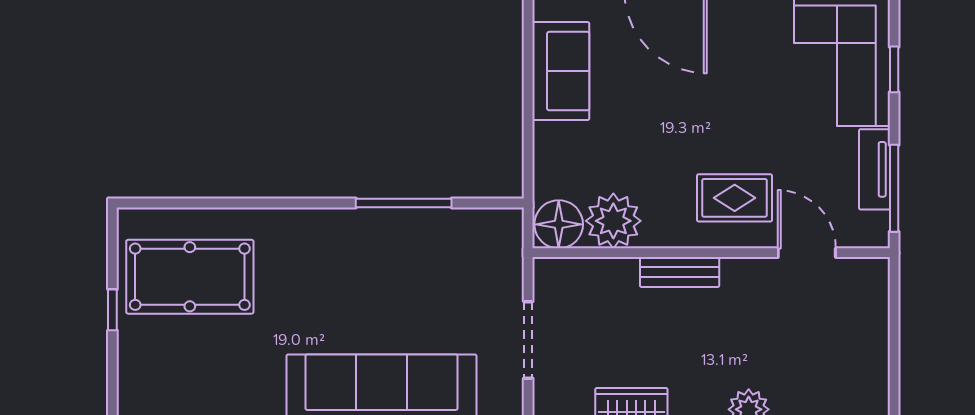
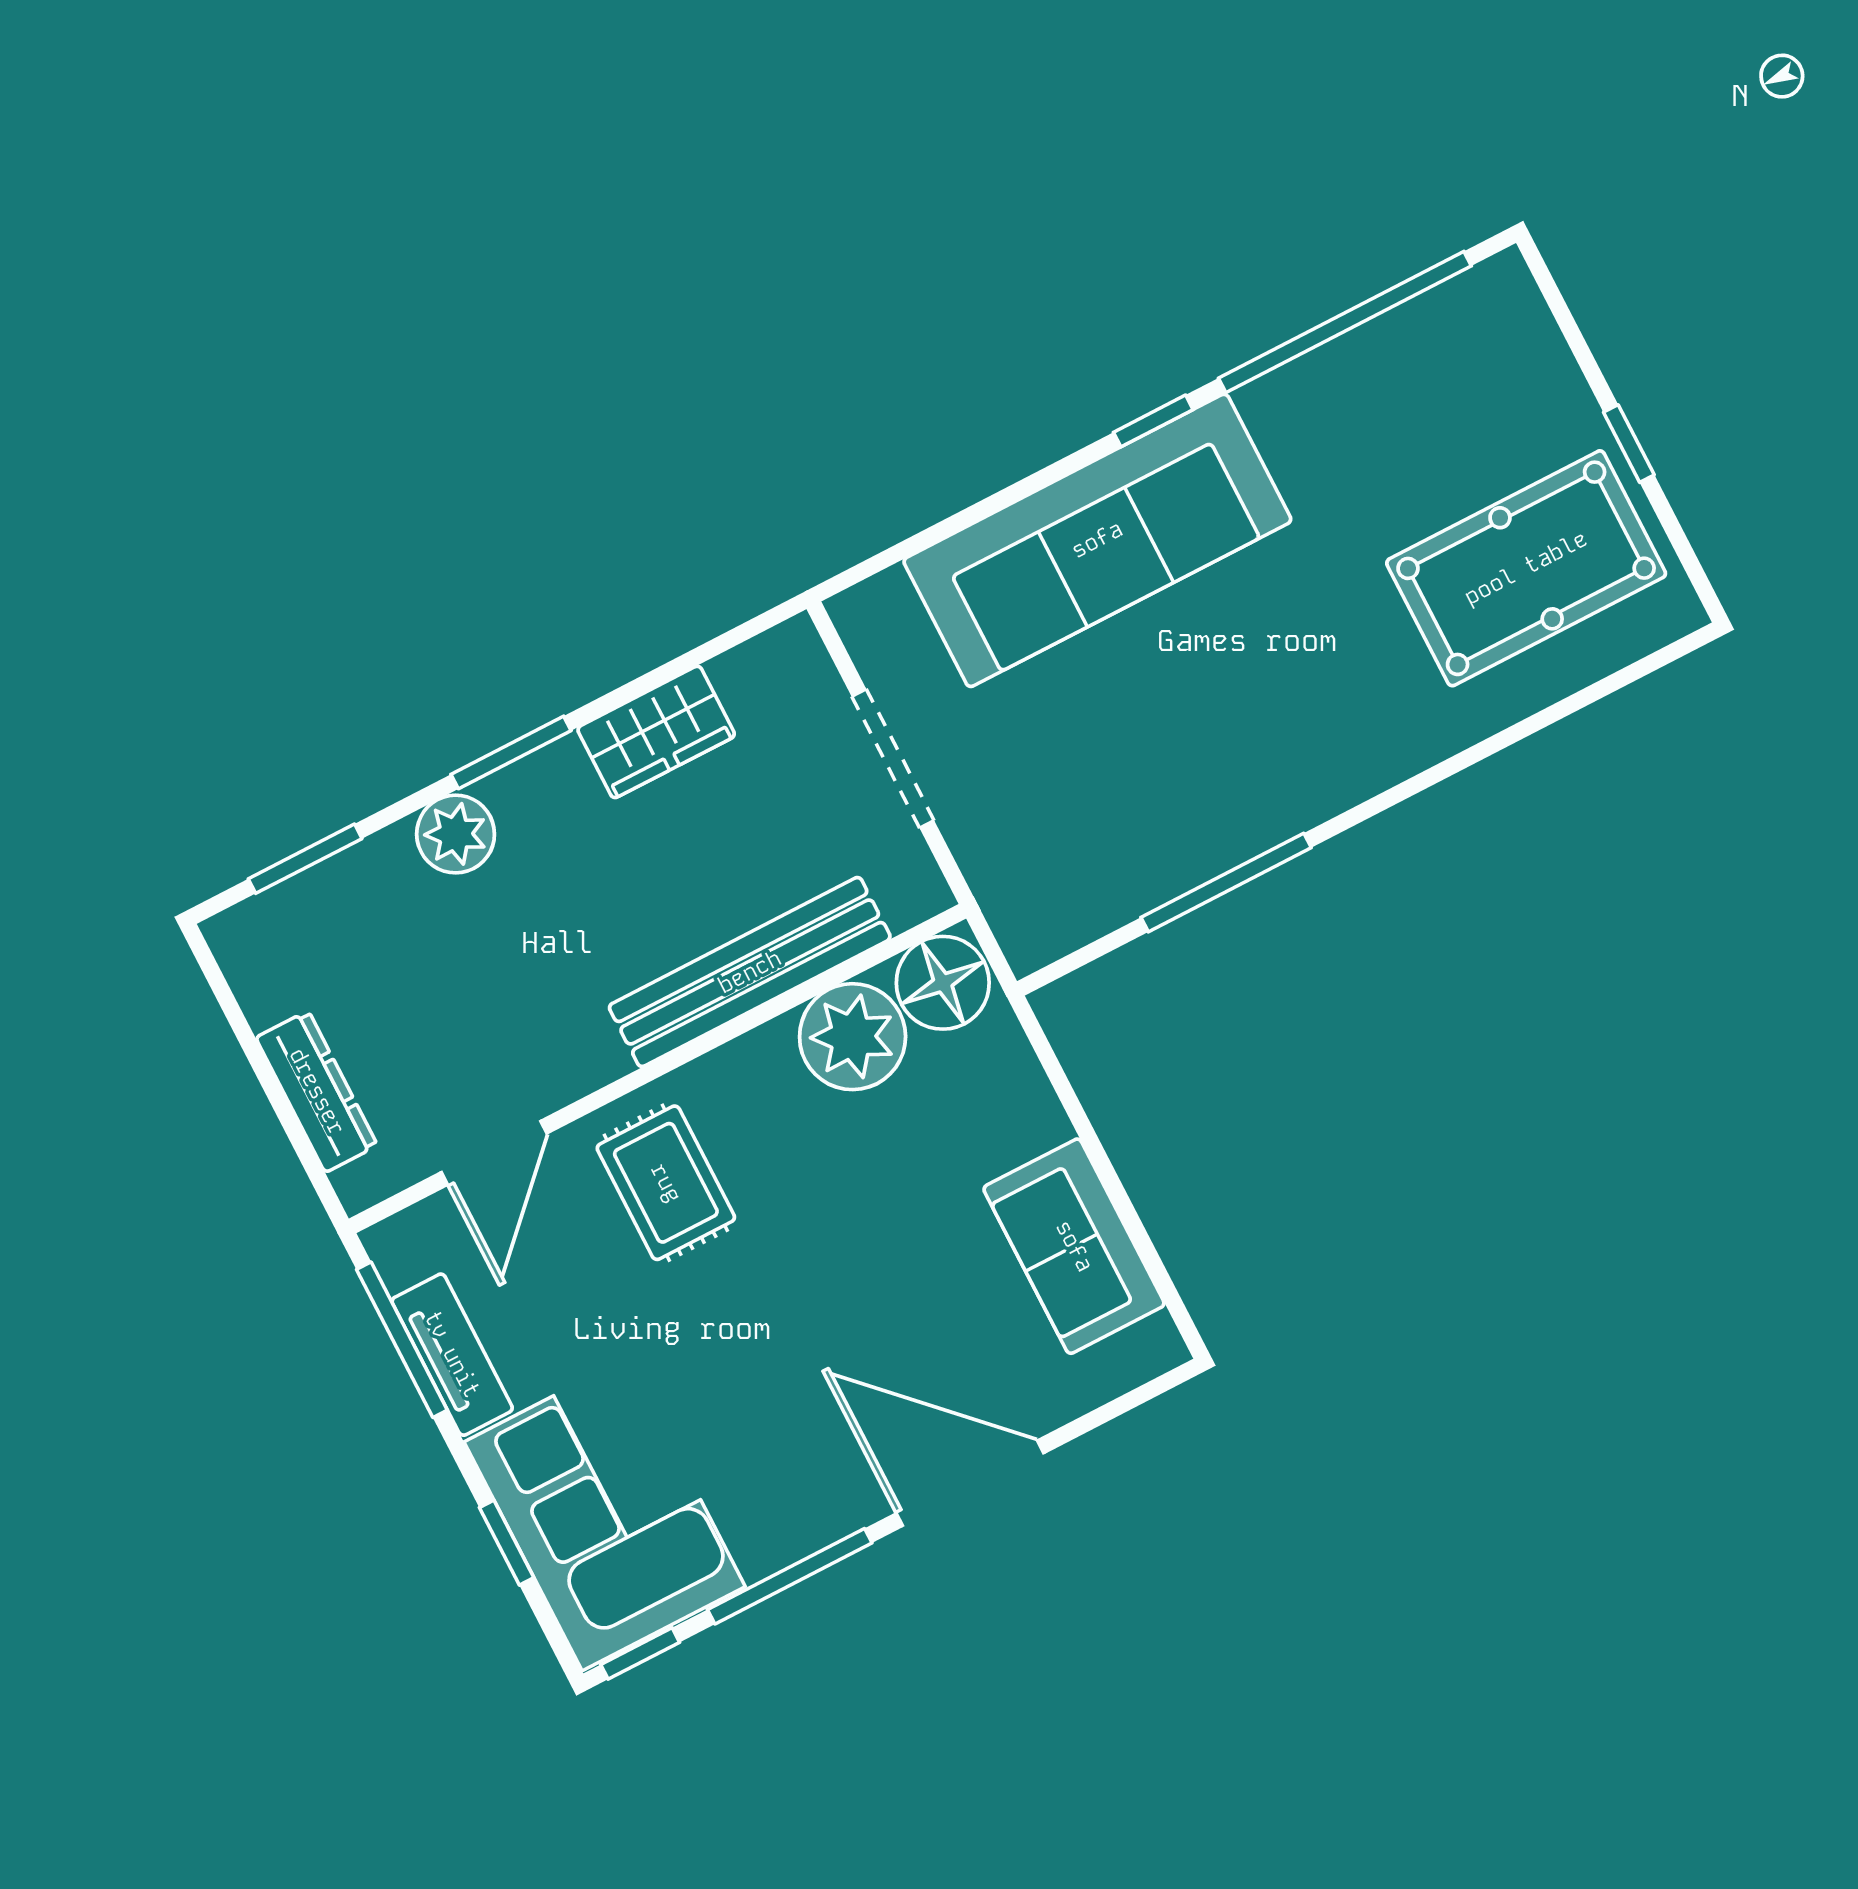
rug: (735, 198) -> (666, 1183), turned 90
door: (807, 253) -> (494, 1153), hinge flipped
bench: (680, 272) -> (750, 972), width x1.86, depth x1.21
dresser: (874, 323) -> (317, 1092), added

